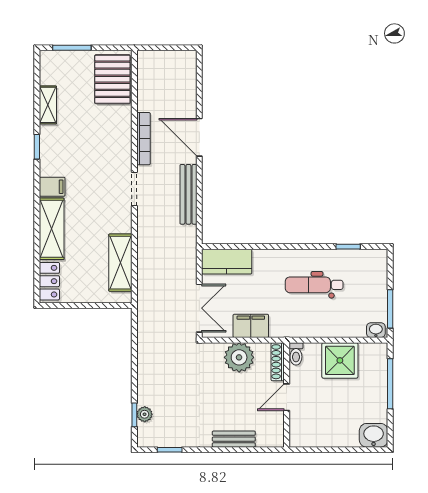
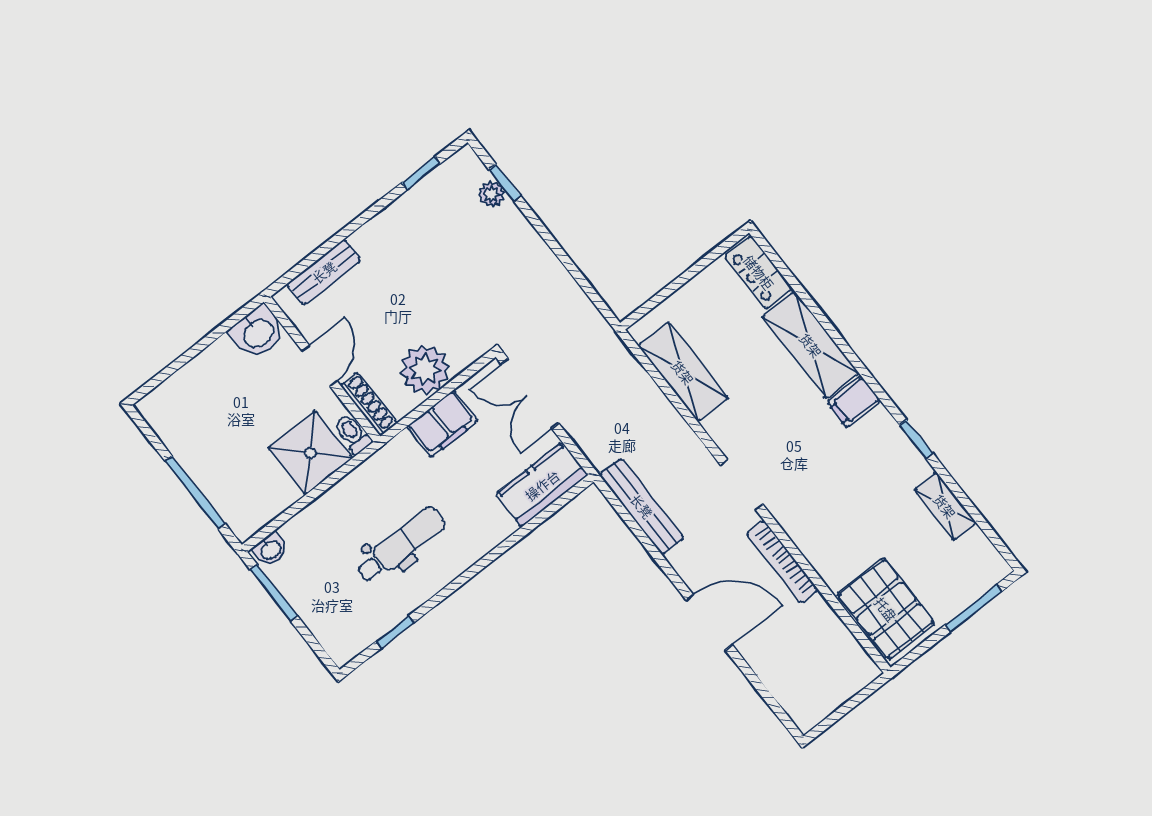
bench: (188, 194) -> (642, 506), moved
shower: (340, 360) -> (310, 453), moved
washbasin: (374, 435) -> (258, 332), moved
bench: (234, 439) -> (324, 272), moved

